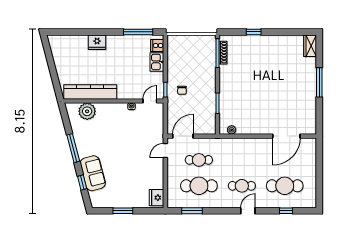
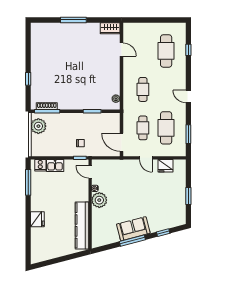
plant: (201, 43) -> (38, 126), added
wardrobe: (310, 46) -> (110, 28), moved
plant: (87, 111) -> (99, 200), moved
door: (286, 136) -> (122, 49), width x0.53
door: (165, 150) -> (146, 158), moved
sofa: (93, 173) -> (133, 229), moved
cafe table: (242, 186) -> (143, 89), moved
fridge: (157, 198) -> (165, 166), moved
door: (248, 211) -> (188, 96), moved

